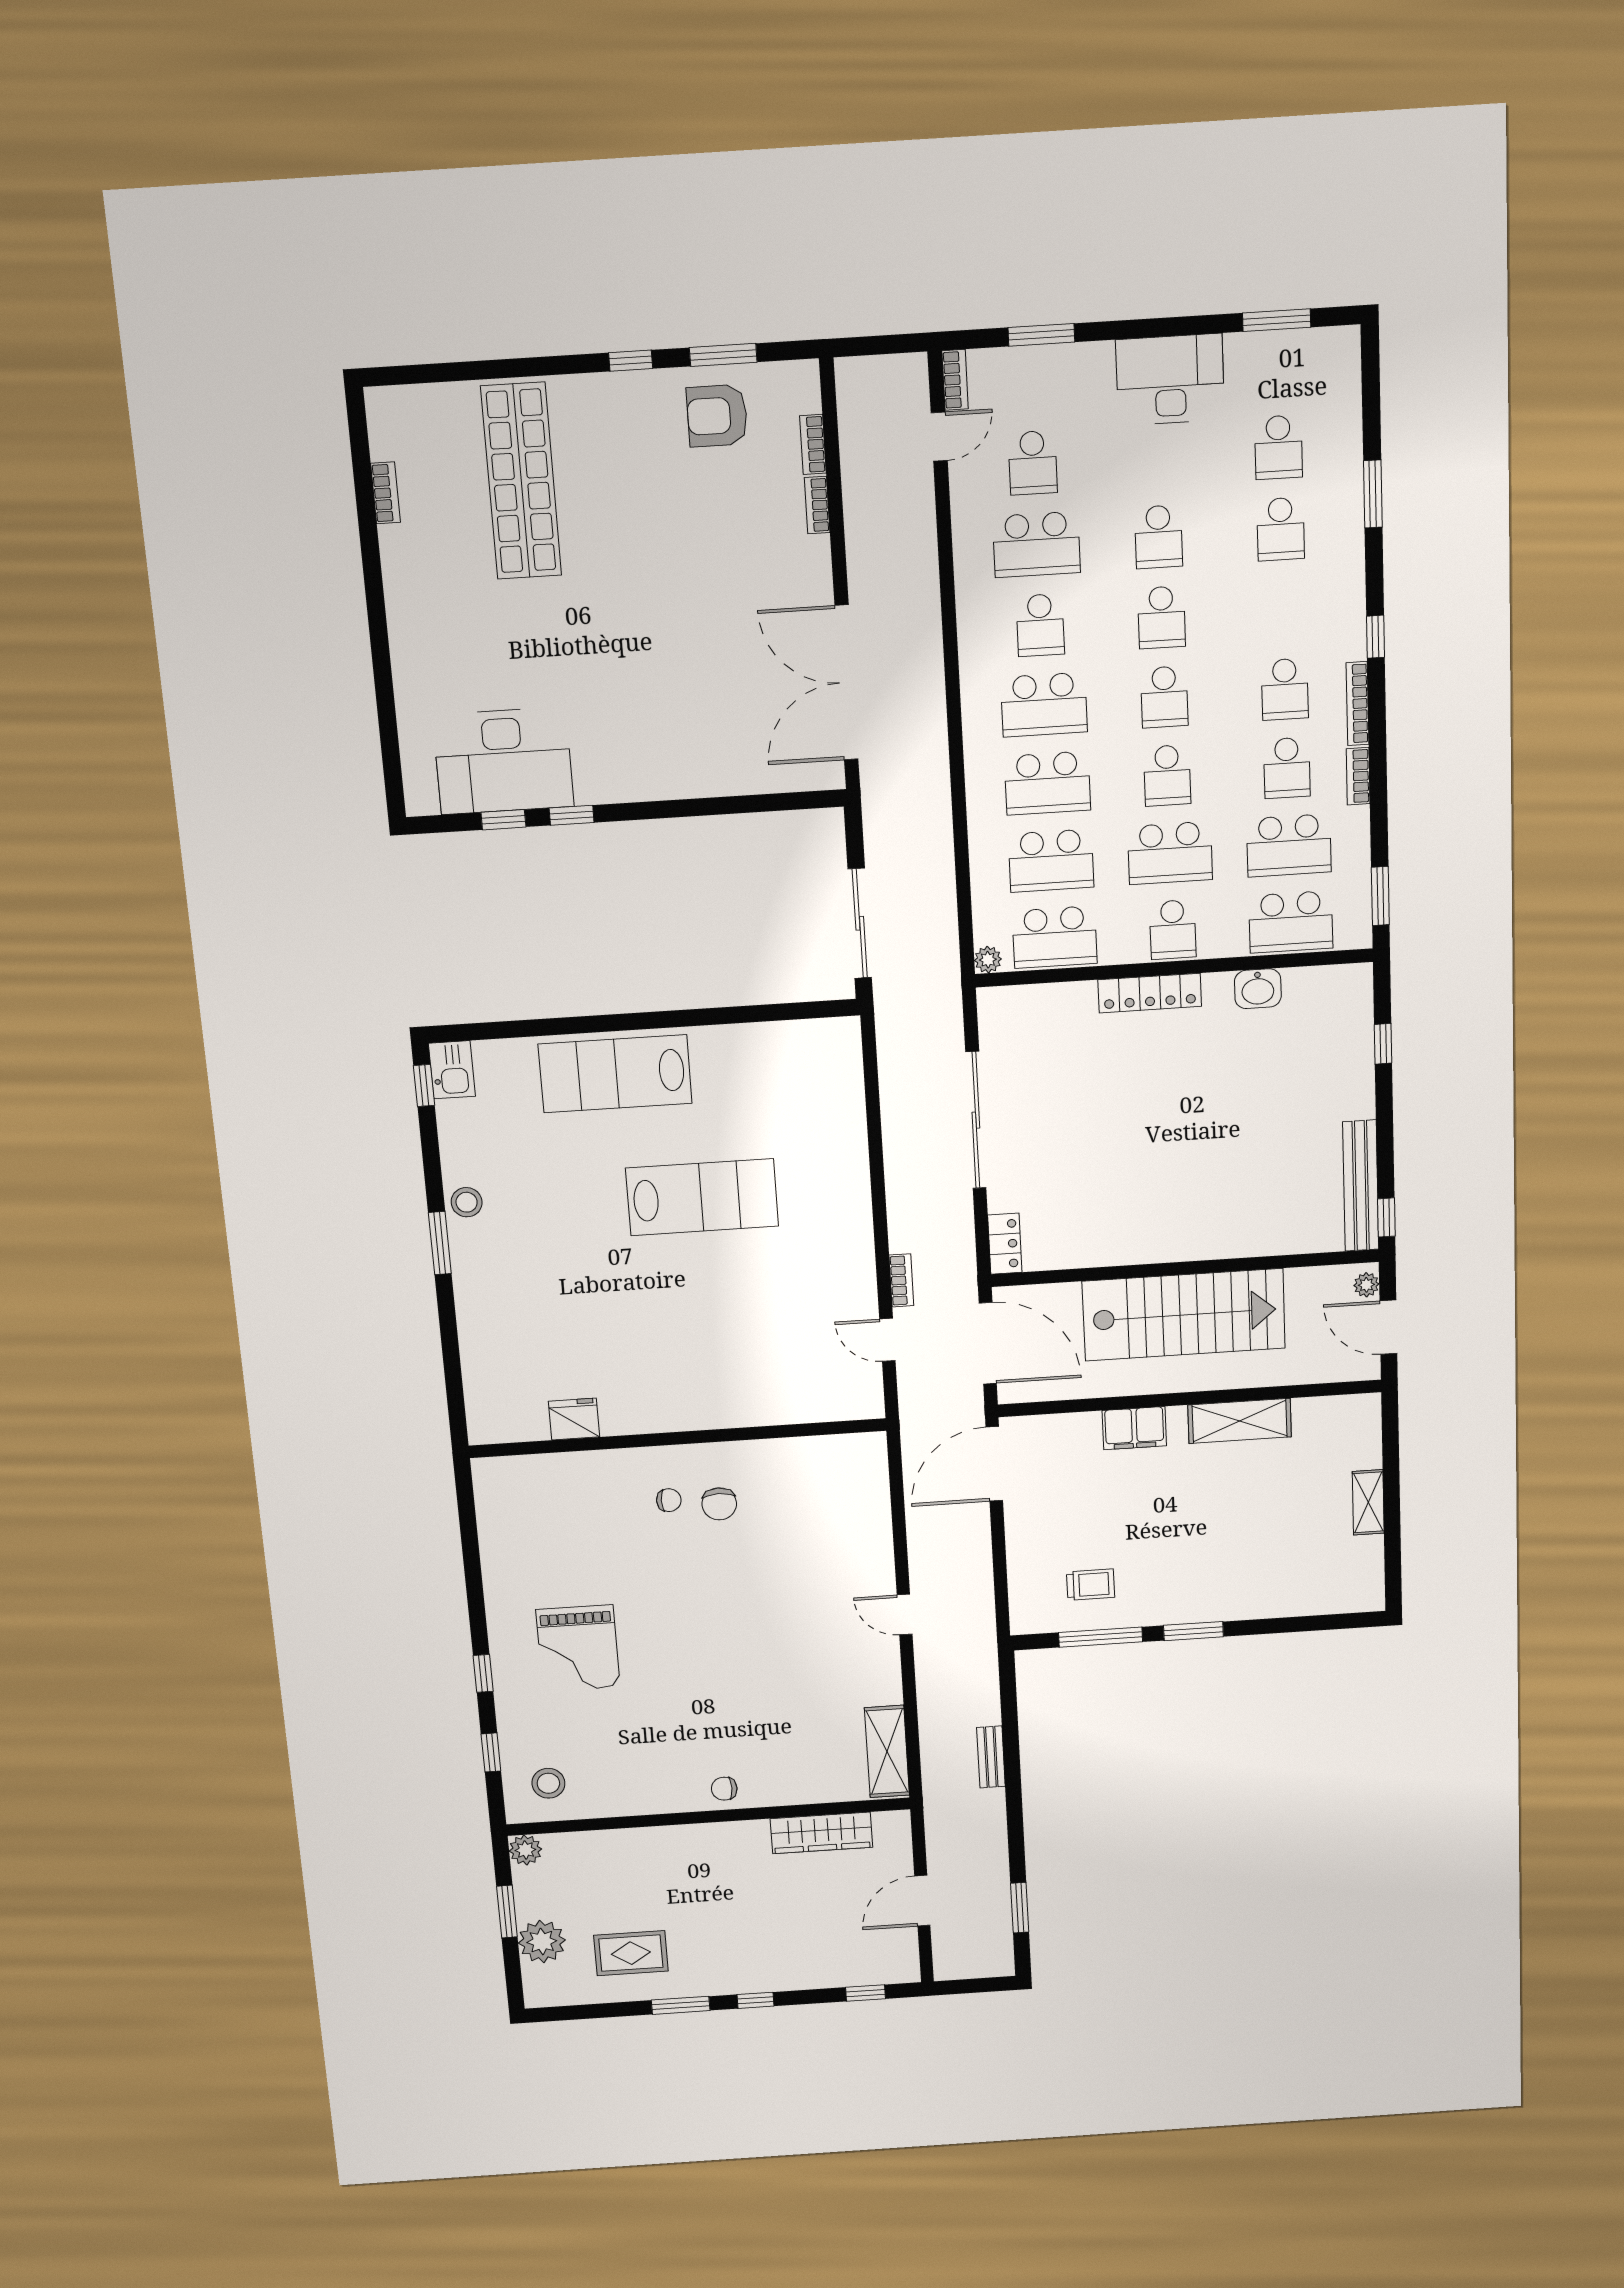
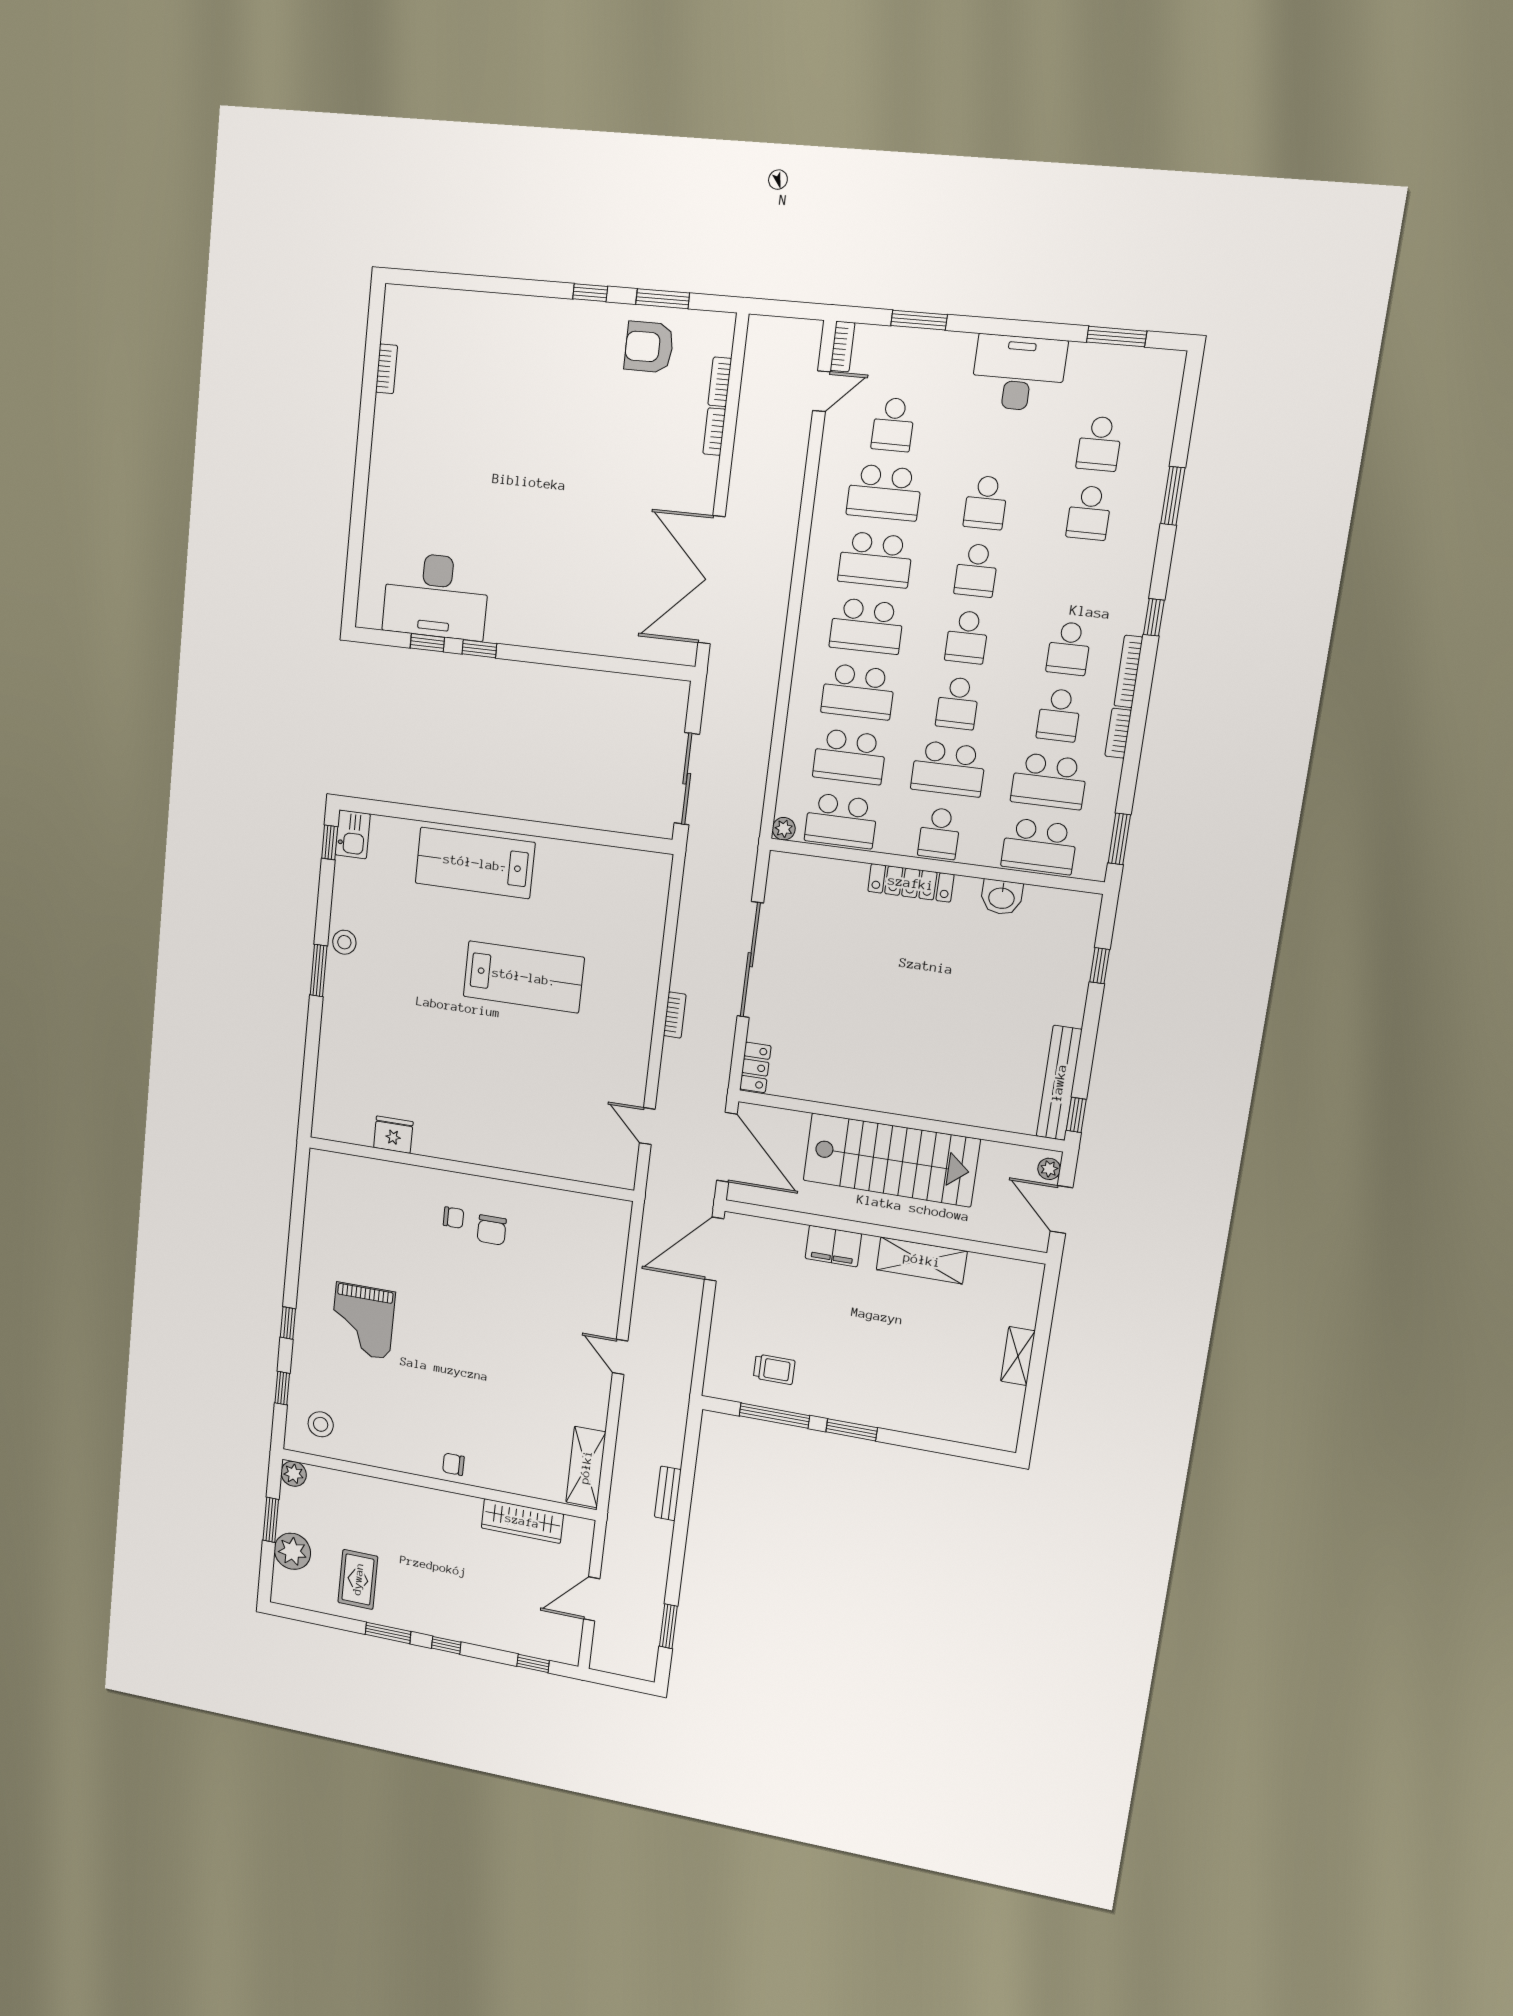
shop shelf: (521, 481) -> (490, 376), removed
school desk: (1040, 625) -> (875, 560), width x1.85
bookcase: (901, 1280) -> (675, 1015), moved
rug: (631, 1953) -> (358, 1579), turned 90

